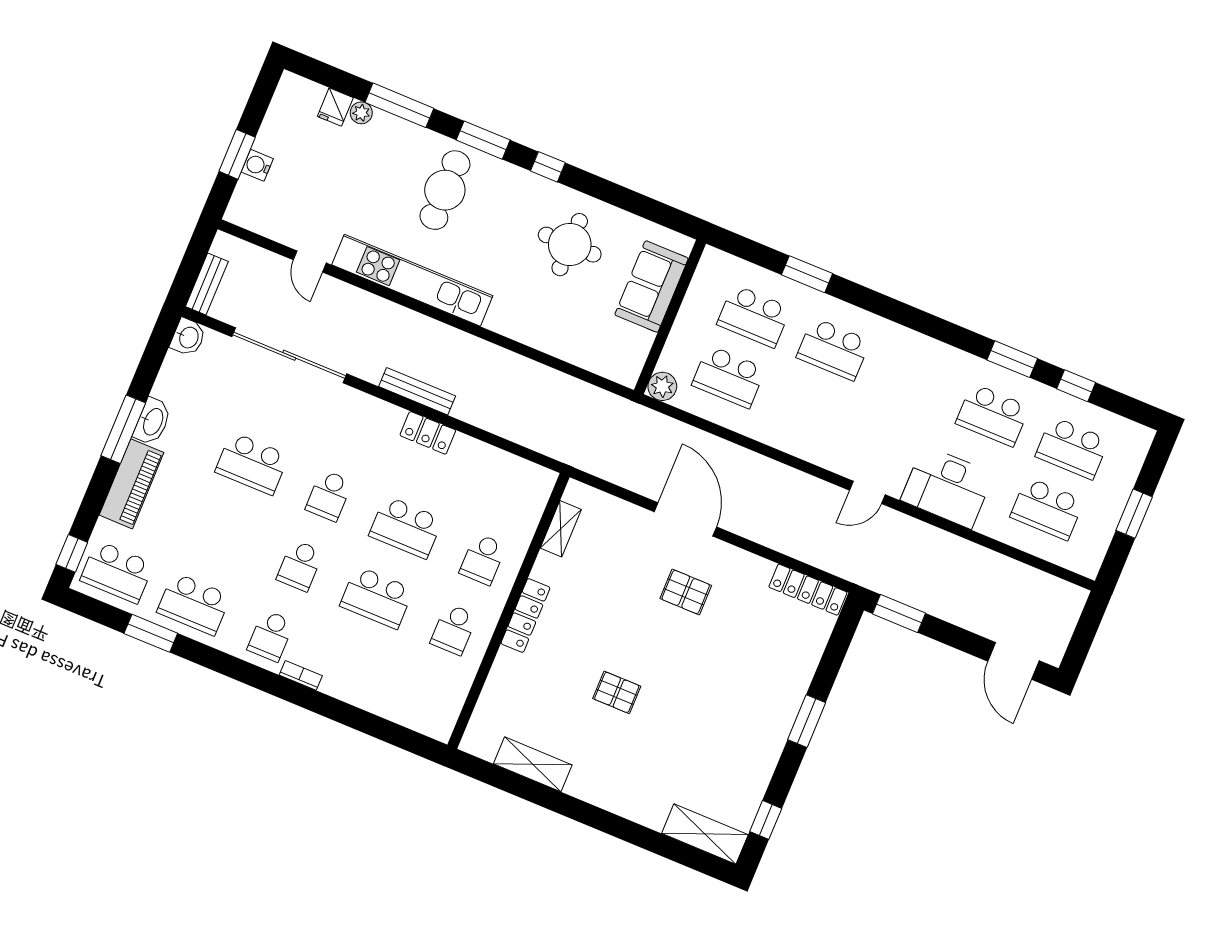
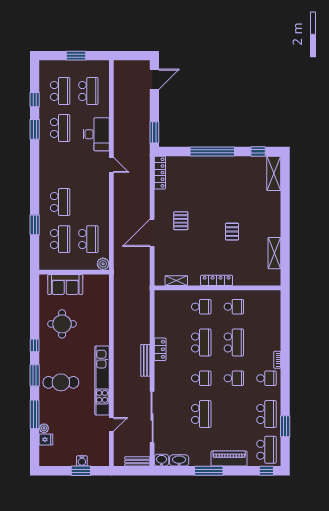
washbasin: (152, 421) -> (179, 460), moved
window: (807, 721) -> (212, 151), width x2.11

